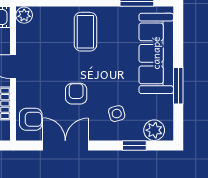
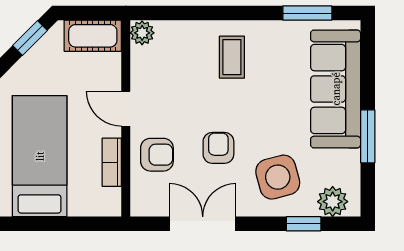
coffee table: (85, 32) -> (232, 57), width x0.73, depth x0.77
side table: (117, 114) -> (278, 177), width x1.87, depth x1.87
armchair: (31, 119) -> (157, 155), moved

